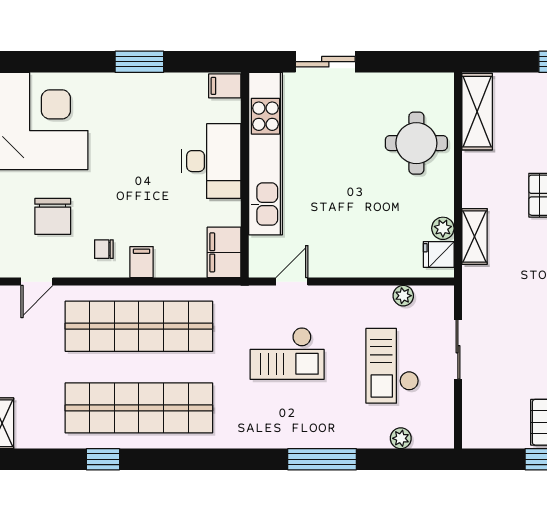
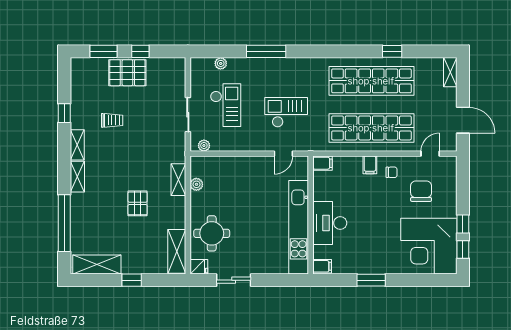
sliding door: (325, 62) -> (234, 280), moved
filing cabinet: (224, 252) -> (322, 163), width x0.50
fridge: (439, 254) -> (199, 267), moved
plant: (403, 296) -> (204, 146), moved

